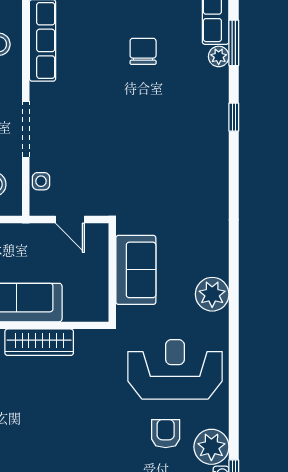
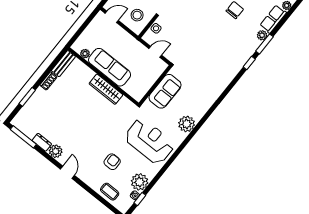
window: (234, 43) -> (265, 44), moved
door: (70, 220) -> (155, 52), swing flipped
armchair: (166, 434) -> (112, 162), moved

